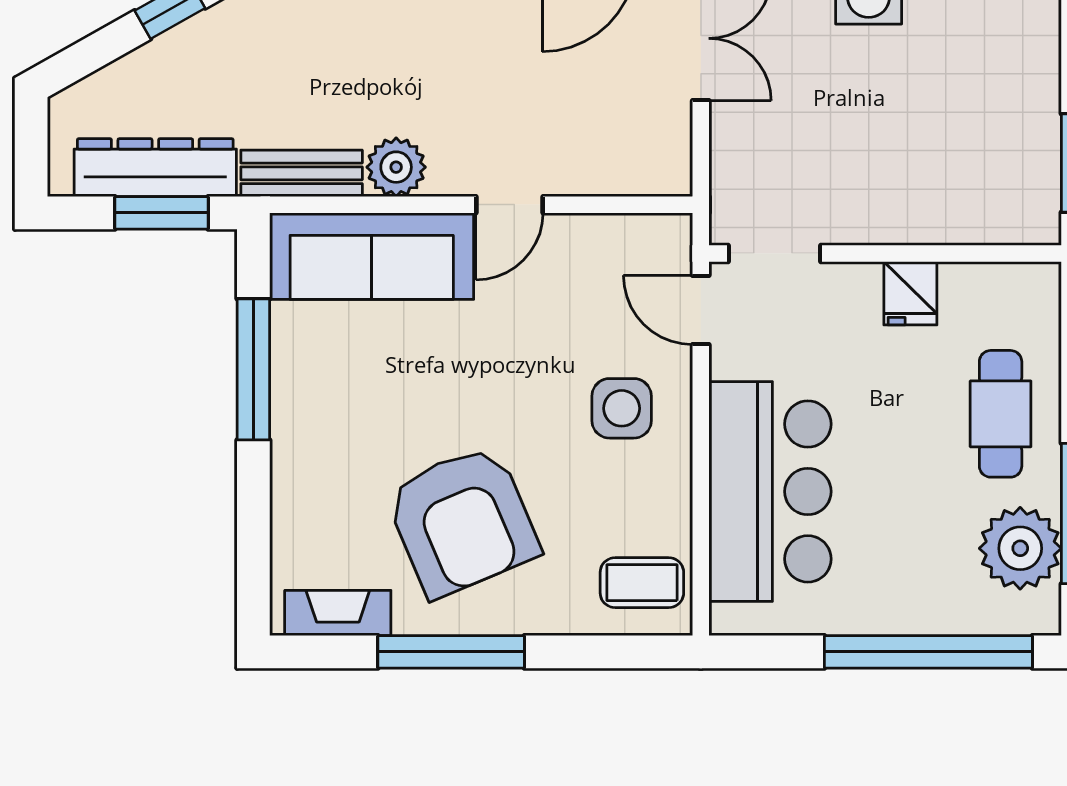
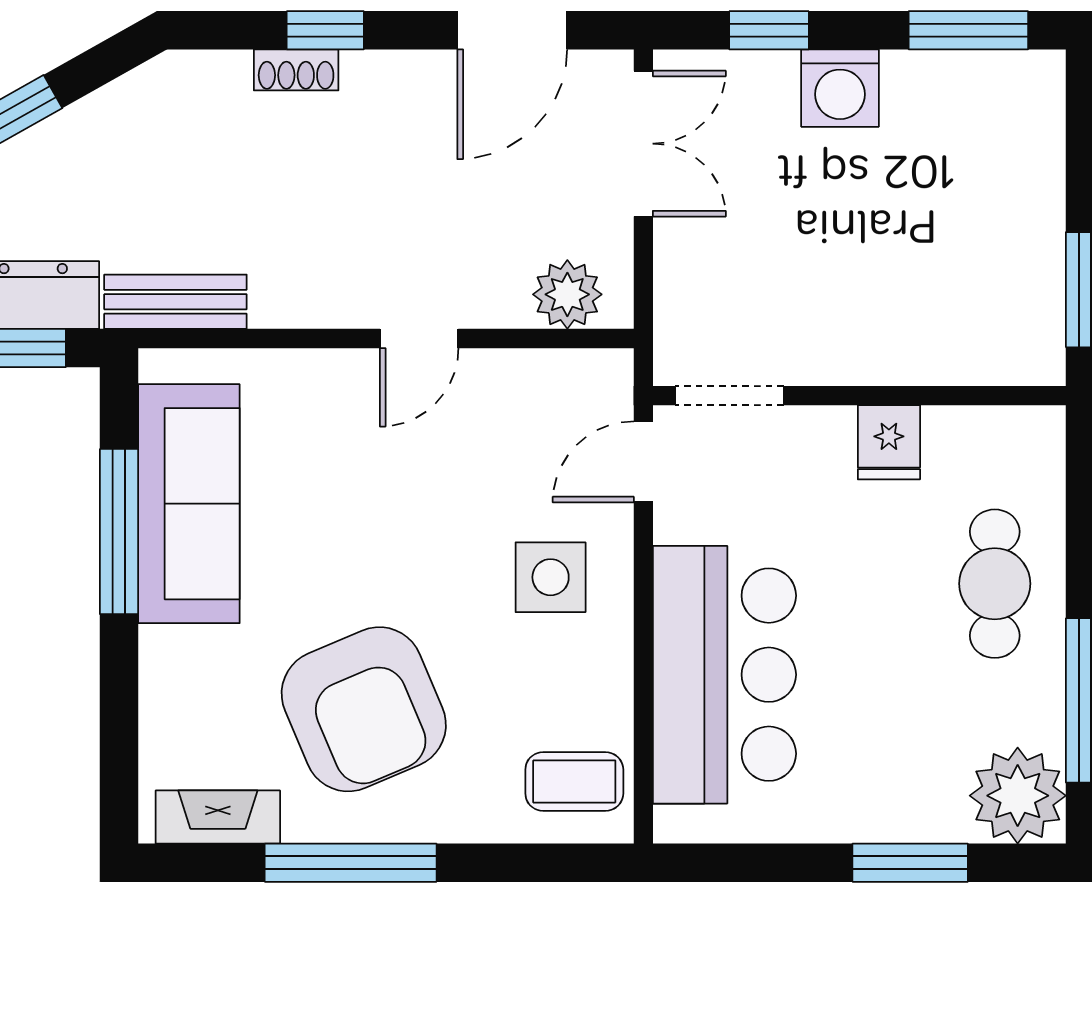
plant: (396, 167) -> (567, 294), moved
sofa: (372, 256) -> (189, 504), moved, turned -90
door: (701, 310) -> (643, 462), hinge flipped
plant: (1020, 548) -> (1018, 796), moved
window: (928, 652) -> (910, 863), width x0.47

